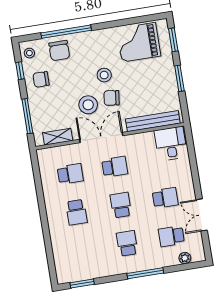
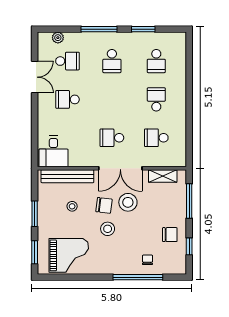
chair: (59, 51) -> (147, 260), width x0.54, depth x0.54
stool: (29, 53) -> (72, 206), moved
school desk: (121, 205) -> (156, 61), moved
window: (82, 283) -> (143, 29), moved

